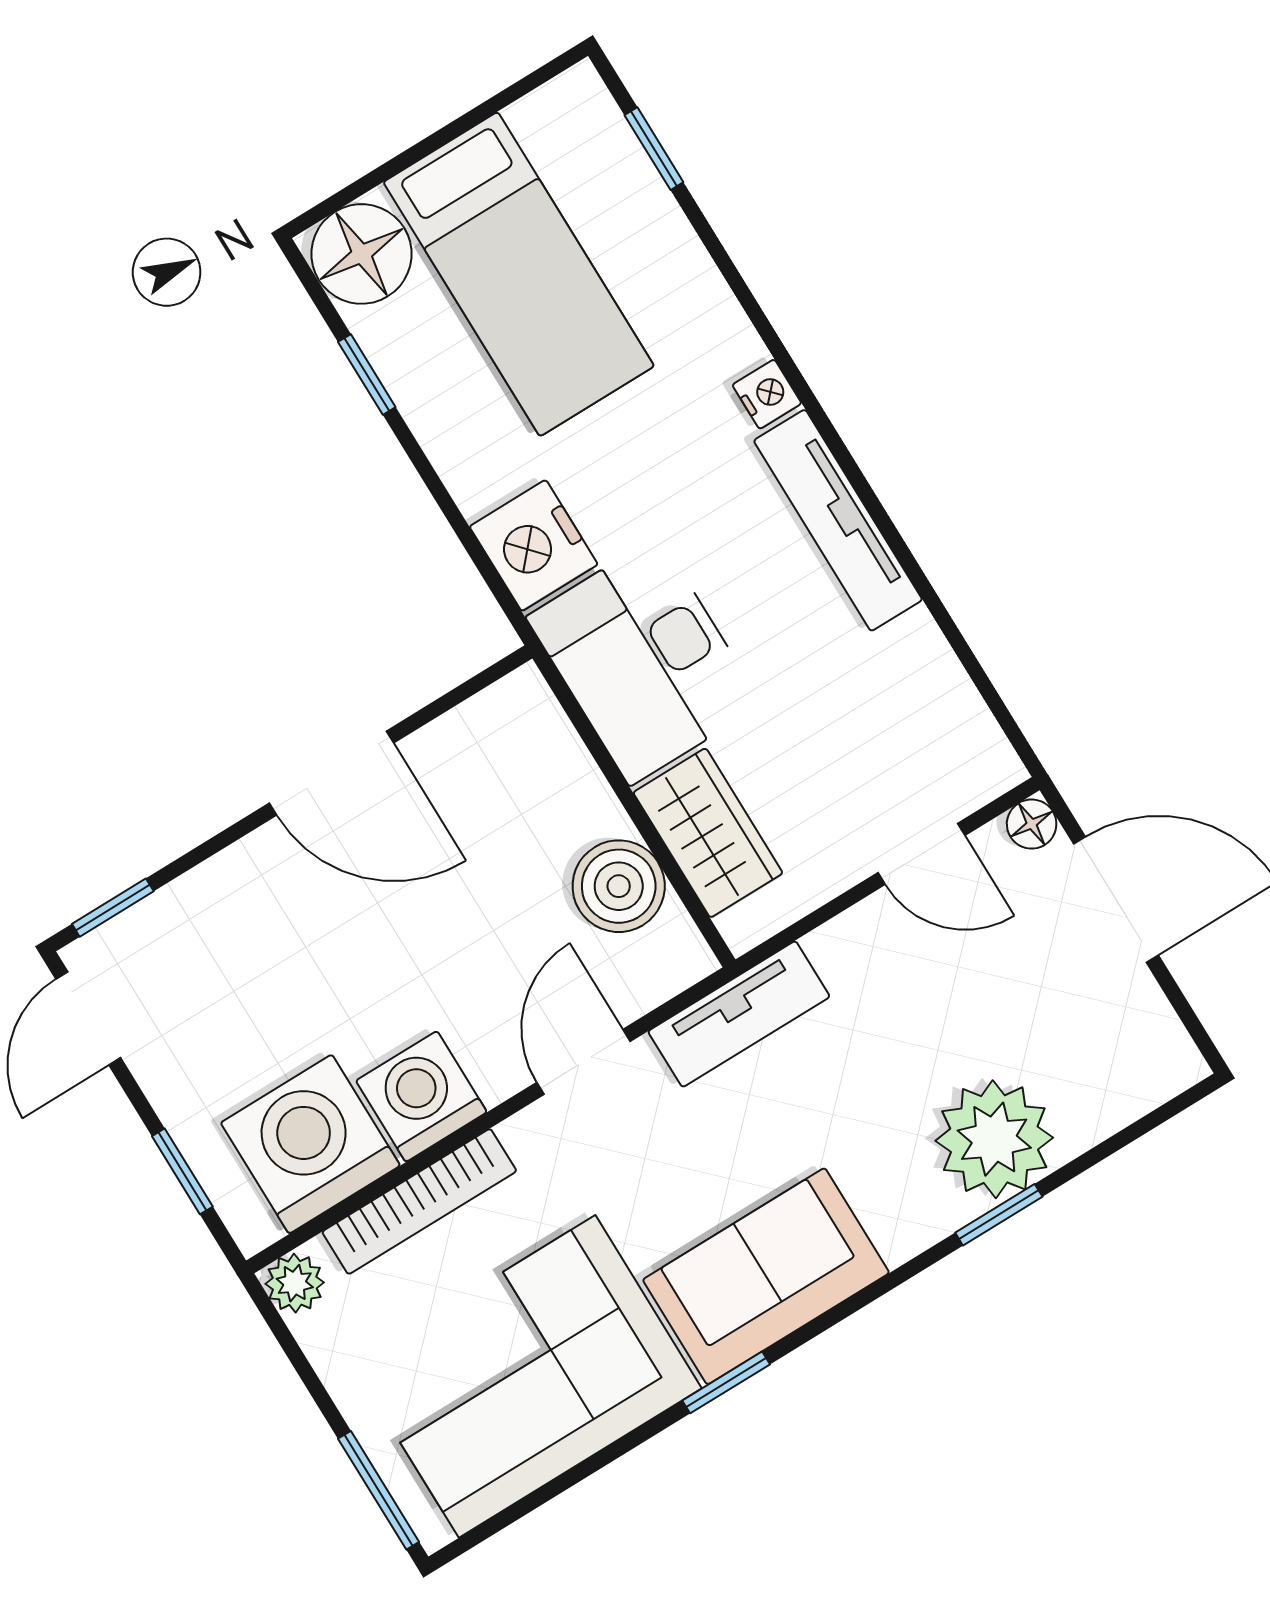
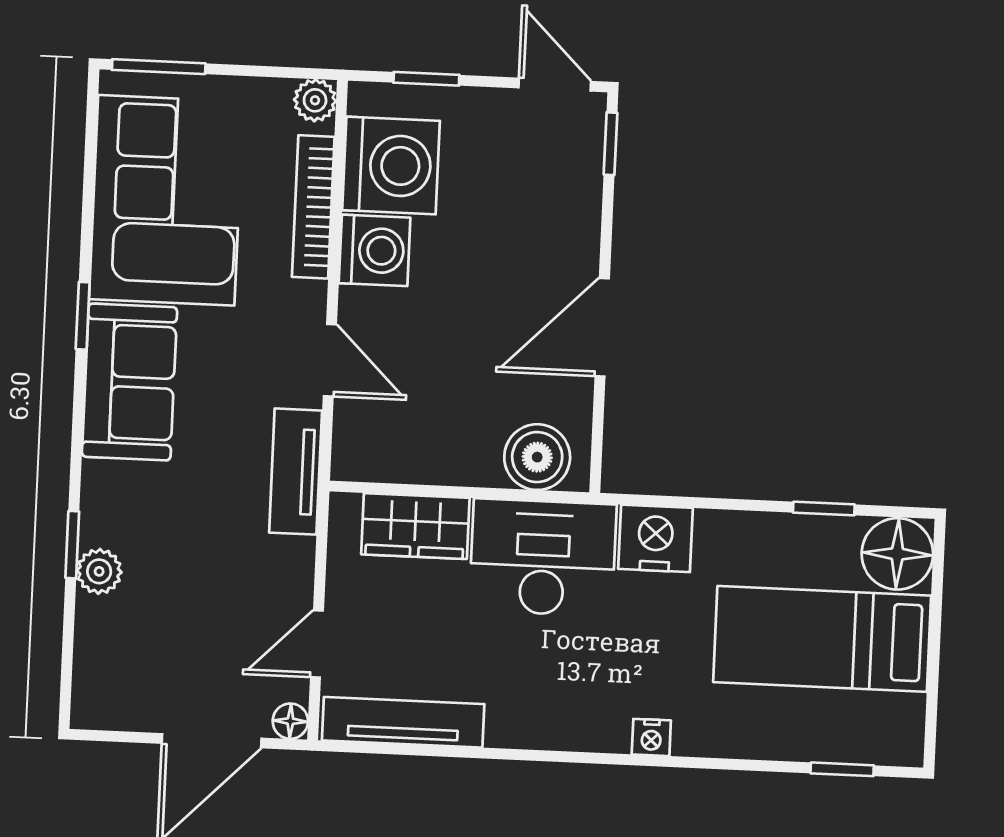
tv unit: (838, 520) -> (403, 722), moved
boiler: (619, 886) -> (537, 457), moved
plant: (994, 1139) -> (99, 571), width x0.53, depth x0.53

